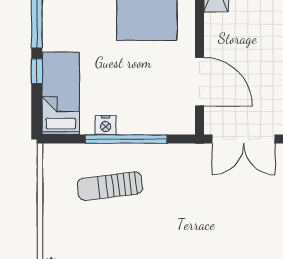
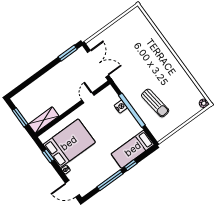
door: (200, 82) -> (88, 98), width x0.53
nightstand: (106, 125) -> (121, 107), moved

